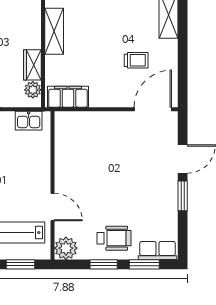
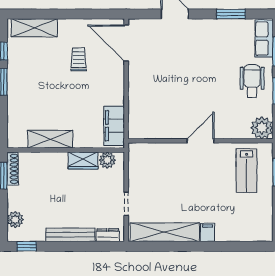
kitchen sink: (29, 121) -> (137, 164), removed
window: (183, 196) -> (231, 14), moved
door: (53, 207) -> (201, 141), moved

